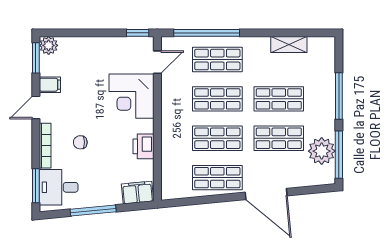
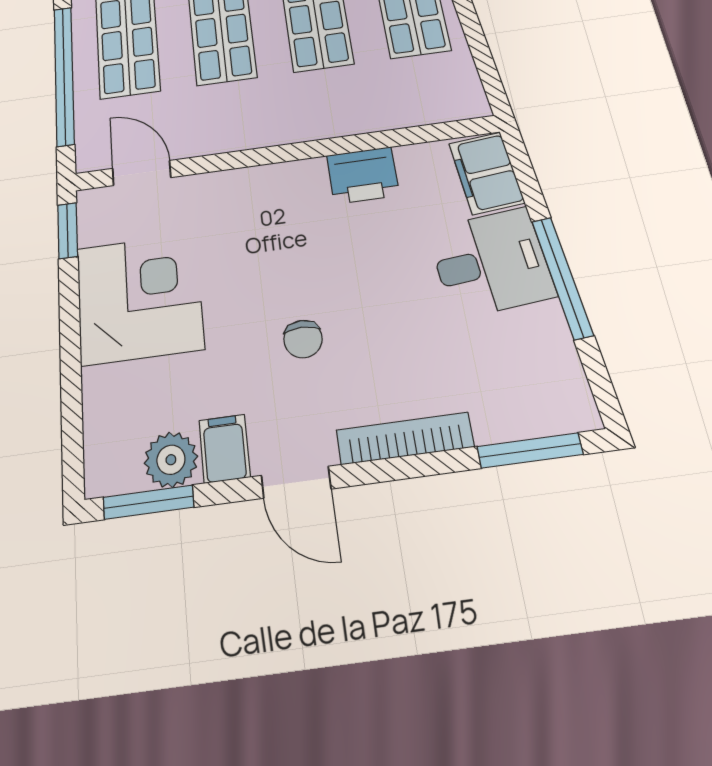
plant: (49, 45) -> (171, 460), moved
corner desk: (132, 96) -> (139, 298), moved, turned -90
chair: (80, 142) -> (303, 339), moved
desk: (59, 187) -> (491, 263), moved, turned -95

